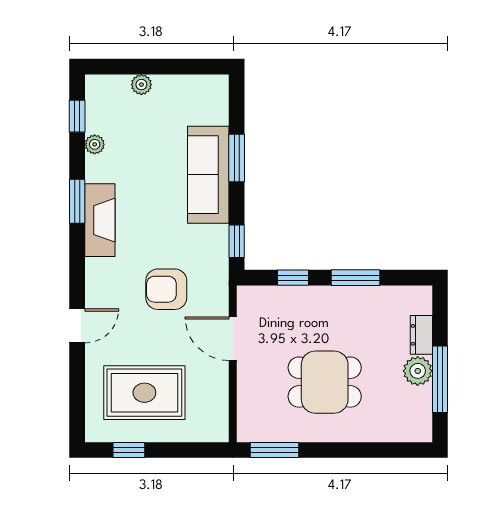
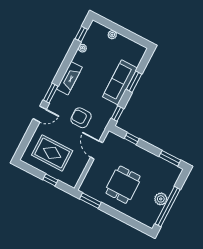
window: (77, 201) -> (51, 93), moved
window: (355, 278) -> (170, 158), moved
dresser: (421, 335) -> (169, 186), removed
window: (440, 379) -> (168, 207), width x1.46
dining table: (325, 382) -> (123, 185), turned 90
window: (129, 450) -> (50, 180), moved

